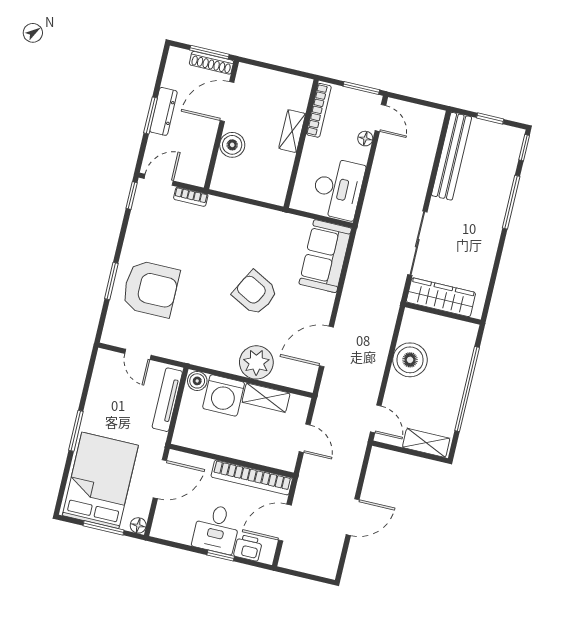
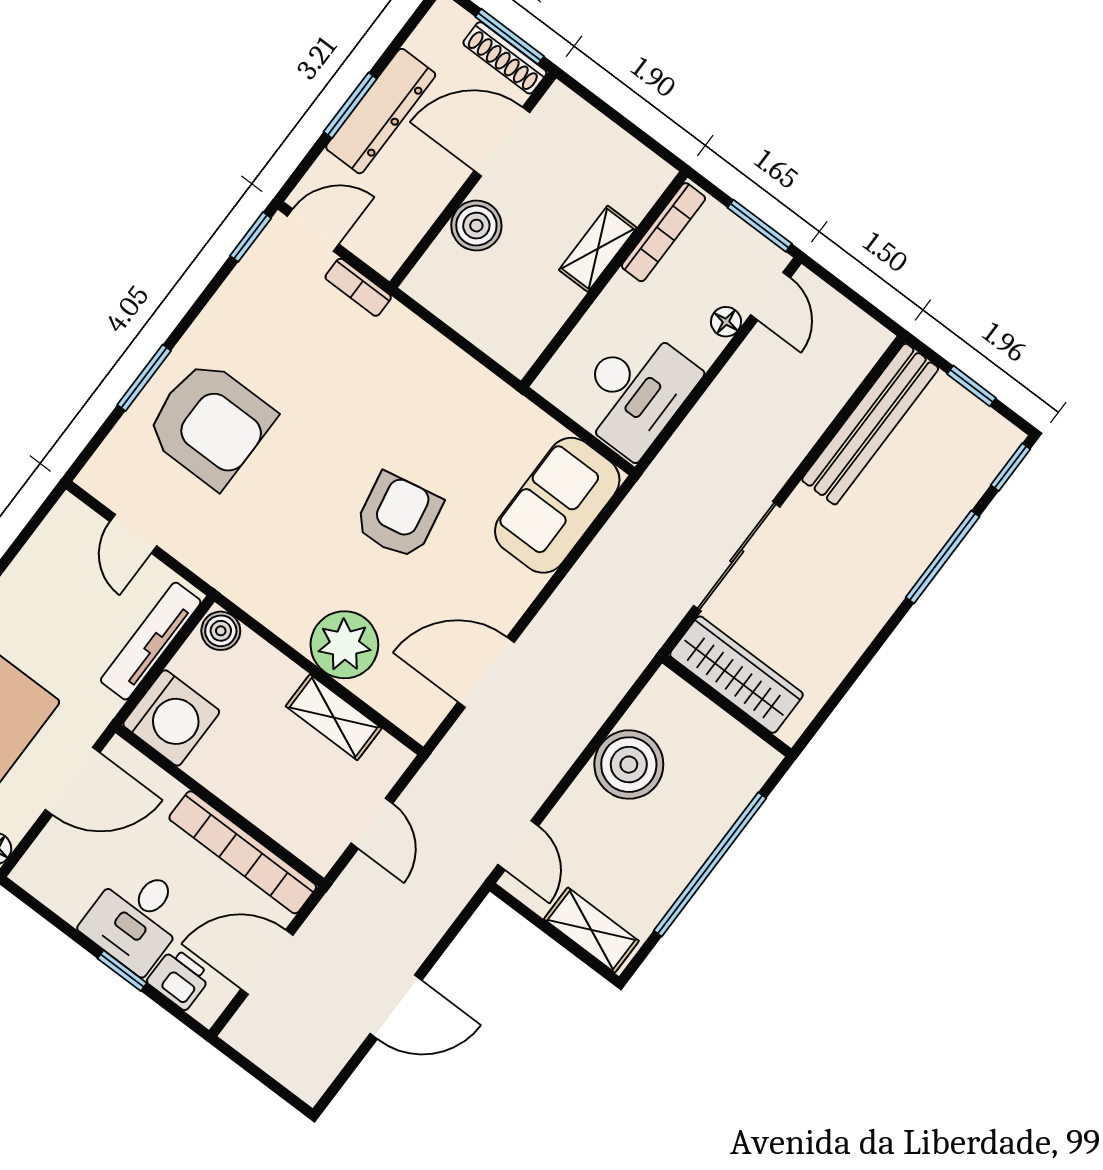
dresser: (163, 111) -> (381, 111), width x1.37, depth x1.24
armchair: (255, 293) -> (398, 516), turned 51
washing machine: (224, 395) -> (171, 718), moved, turned -90

